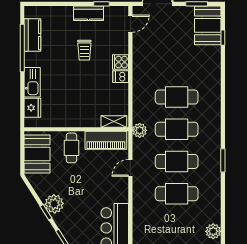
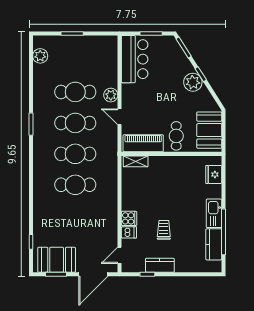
booth: (208, 25) -> (57, 260), moved, turned 90
dishwasher: (121, 77) -> (129, 232), moved
kitchen sink: (32, 82) -> (214, 213), moved
plant: (140, 130) -> (111, 95), moved
door: (130, 168) -> (120, 117), swing flipped

